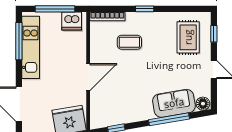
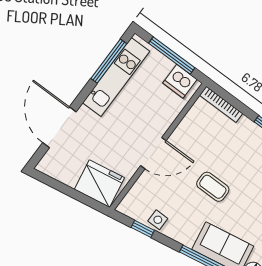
coffee table: (129, 42) -> (213, 187), moved
side table: (121, 116) -> (158, 220), added

